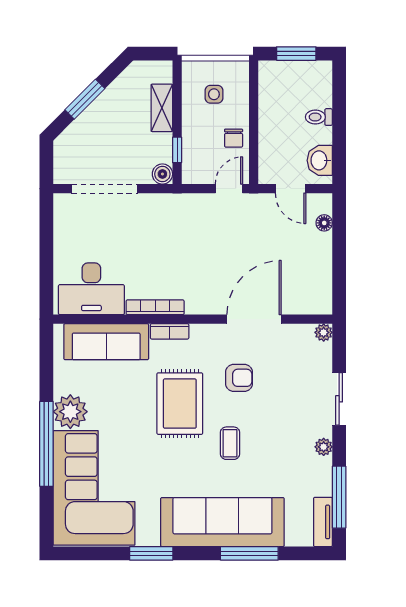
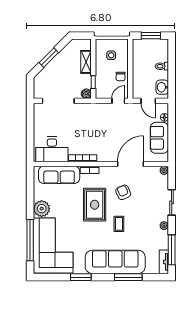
sofa: (314, 265) -> (159, 138), added
armchair: (239, 378) -> (123, 192), turned -113
window: (46, 444) -> (30, 240), moved

